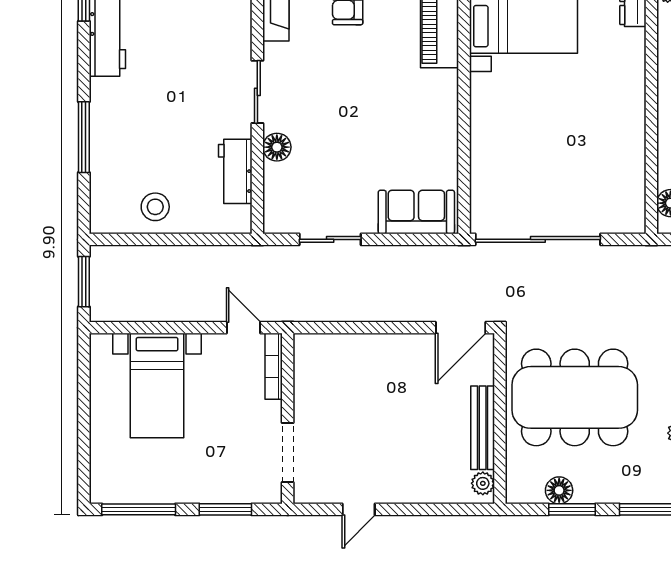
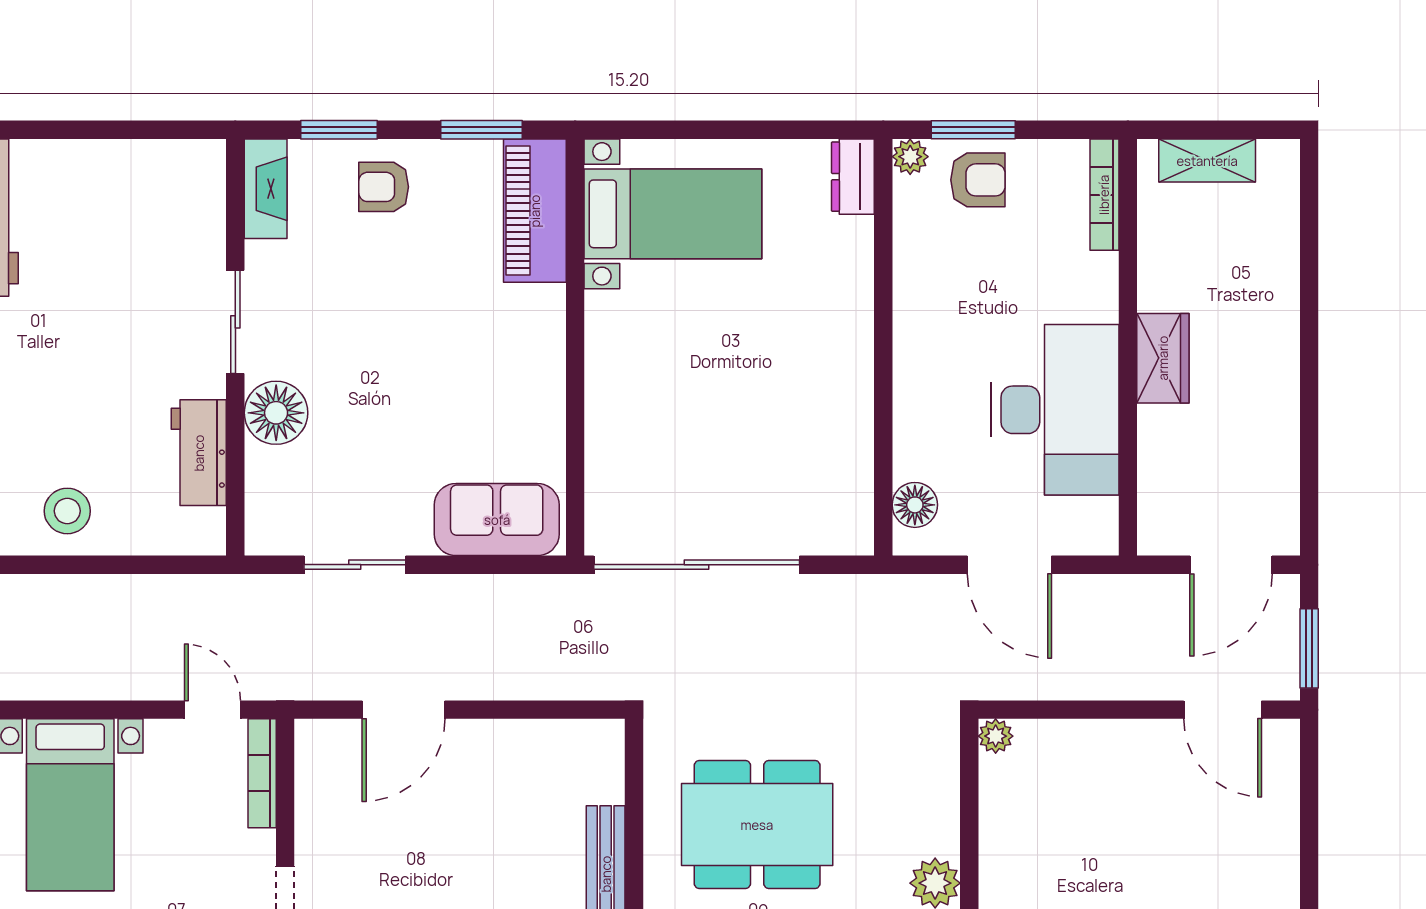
floor lamp: (277, 147) -> (276, 413), width x1.38, depth x1.38
door: (461, 328) -> (404, 710), moved
dining table: (575, 397) -> (757, 825), width x0.73, depth x0.80

